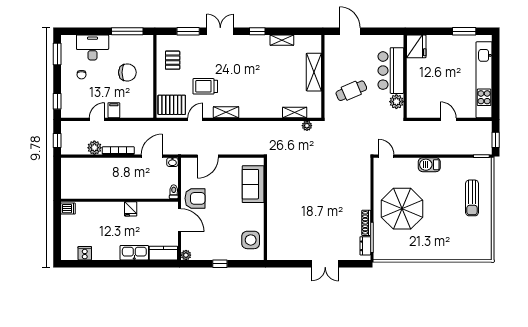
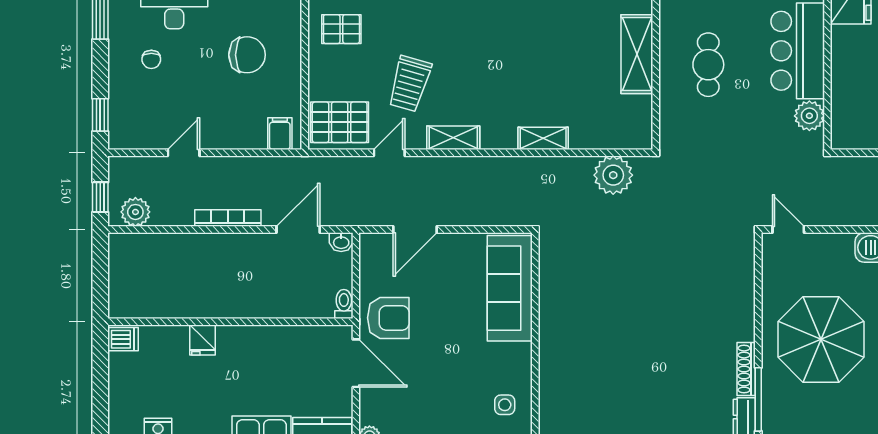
pallet: (173, 60) -> (341, 29), turned 90
trolley: (205, 86) -> (410, 84), turned -74
cafe table: (351, 91) -> (708, 65), moved, turned -67
filing cabinet: (114, 110) -> (280, 134), moved
shelving: (295, 112) -> (543, 138), moved
plant: (307, 126) -> (613, 175), width x1.87, depth x1.87
plant: (94, 148) -> (135, 212), moved
sofa: (253, 184) -> (510, 288), width x1.36
fridge: (131, 209) -> (203, 340), moved
side table: (251, 240) -> (505, 405), width x0.54, depth x0.54

